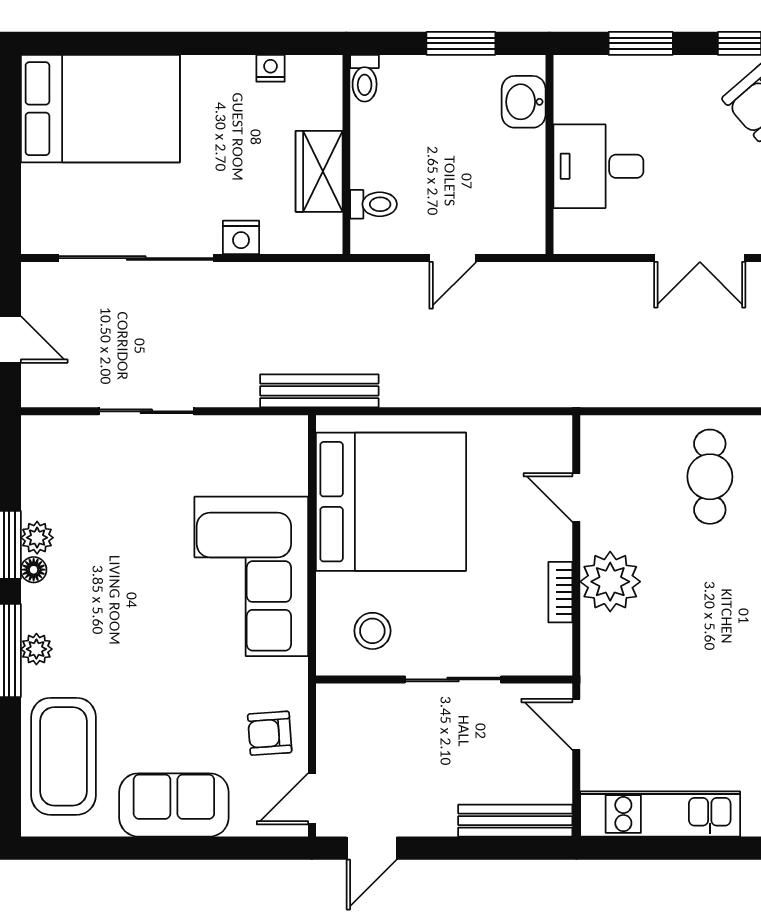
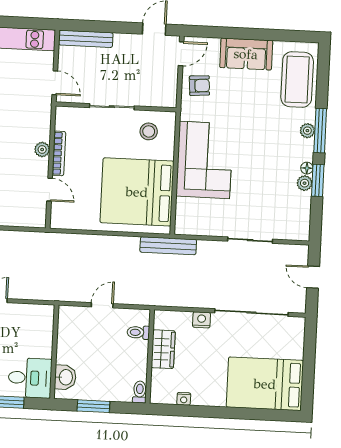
desk: (598, 166) -> (30, 378), moved
plant: (610, 582) -> (42, 150), width x0.53, depth x0.53
bookcase: (560, 592) -> (59, 153), width x1.56

